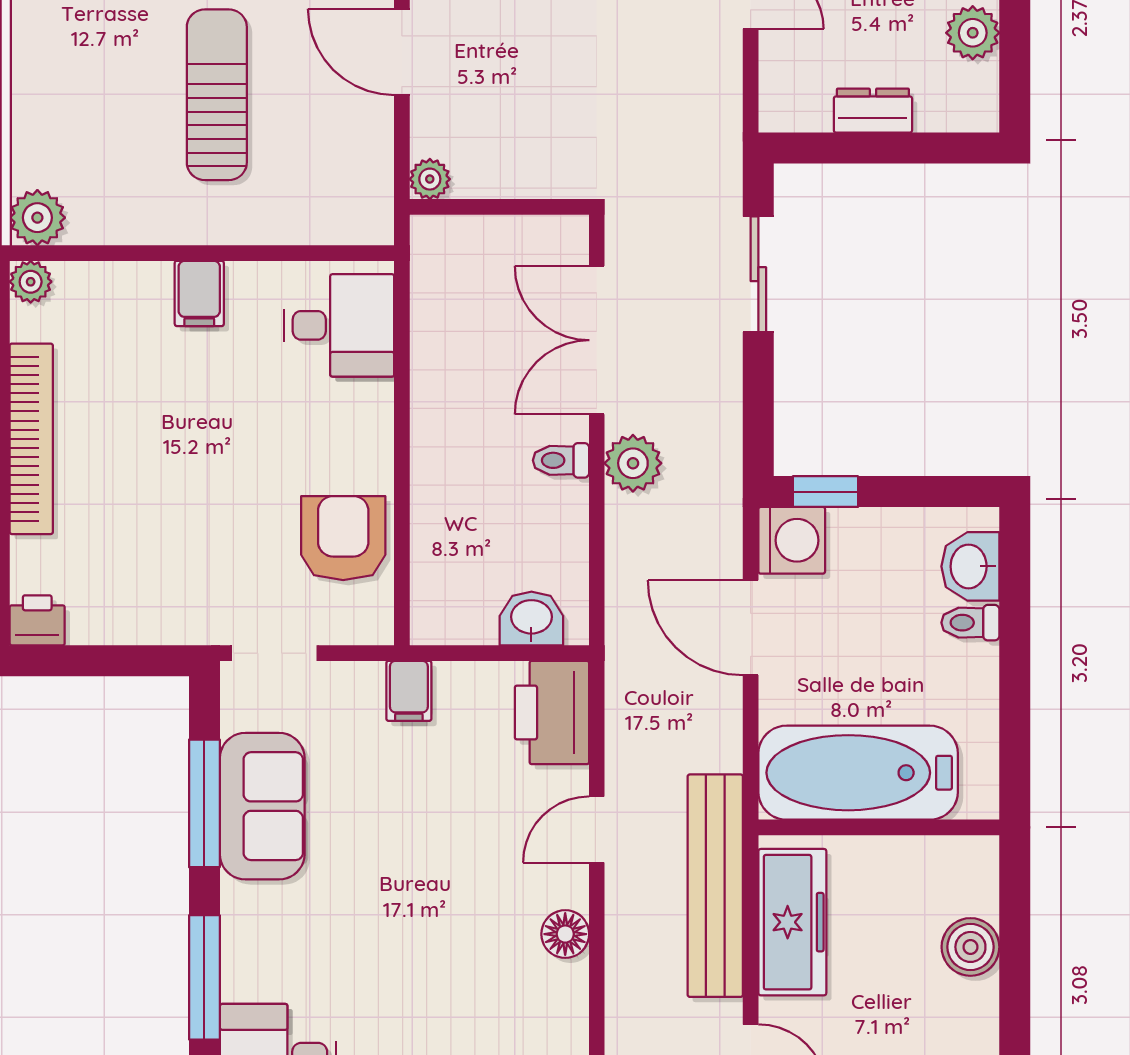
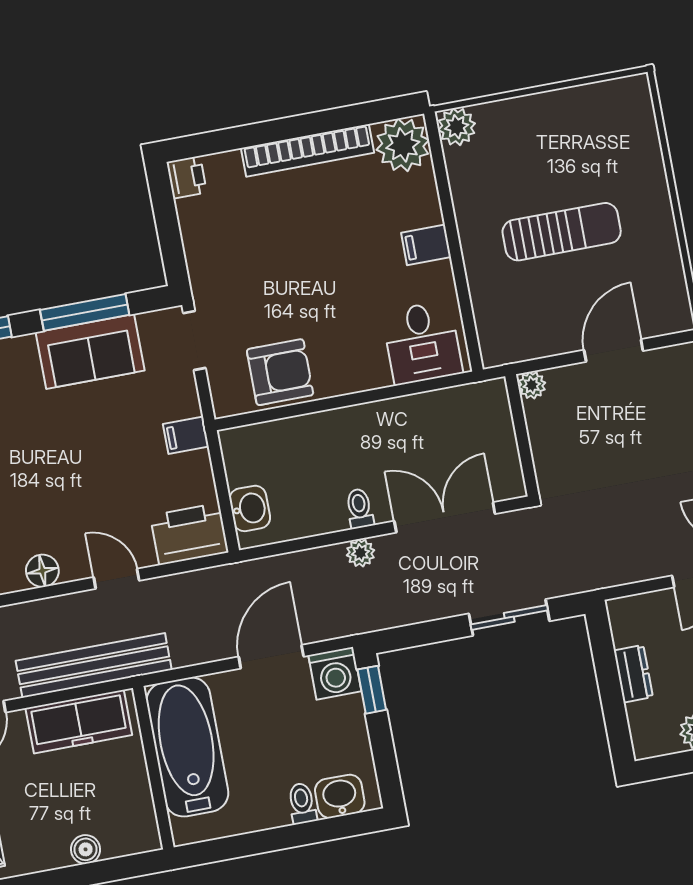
plant: (31, 282) -> (403, 145), width x1.88, depth x1.88
plant: (633, 463) -> (360, 553), width x0.73, depth x0.73
boiler: (970, 947) -> (86, 849), width x0.73, depth x0.73

